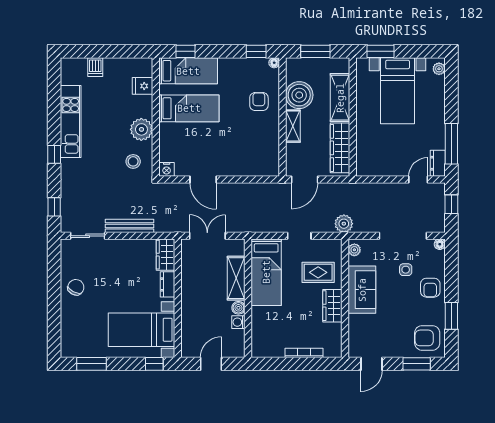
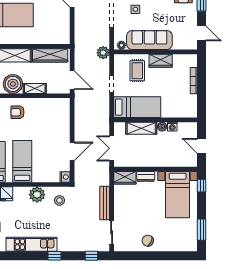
sofa: (362, 290) -> (149, 40), width x1.36

